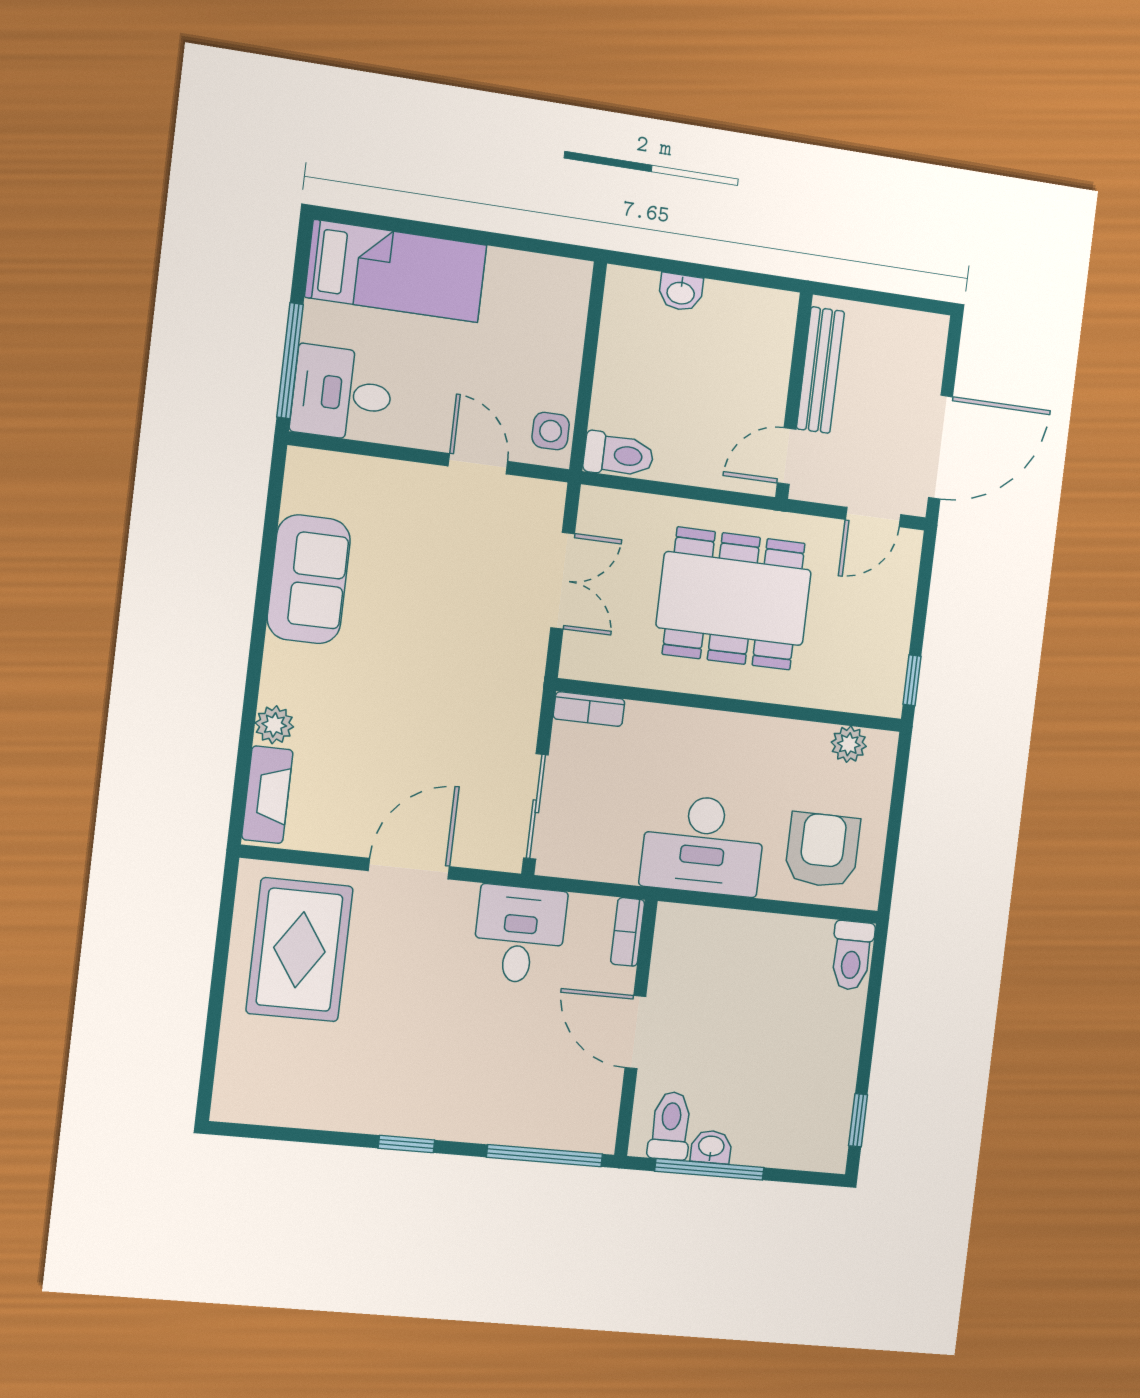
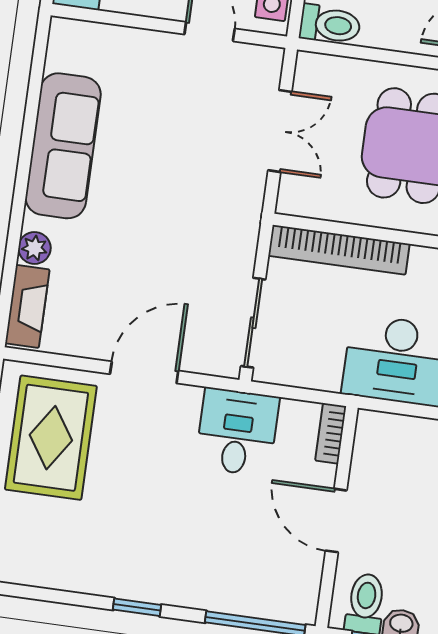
sofa: (309, 579) -> (63, 146), width x1.36
bookcase: (589, 709) -> (339, 250), width x2.31, depth x1.31

